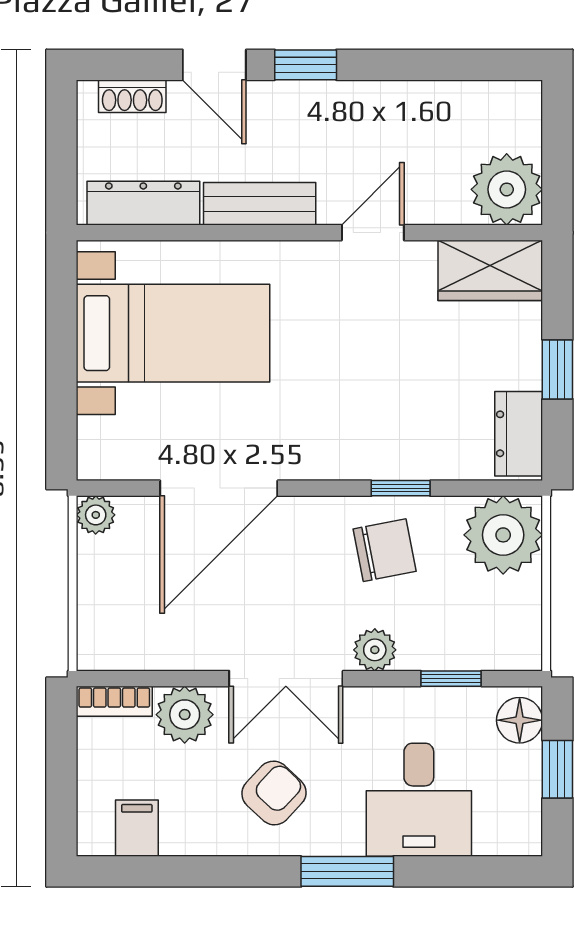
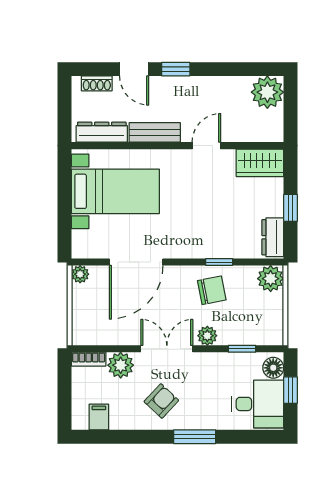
plant: (507, 189) -> (267, 92), moved
plant: (503, 535) -> (271, 279), width x0.73, depth x0.73
double door: (286, 679) -> (167, 349), swing flipped
desk: (419, 800) -> (258, 404), moved, turned -90

